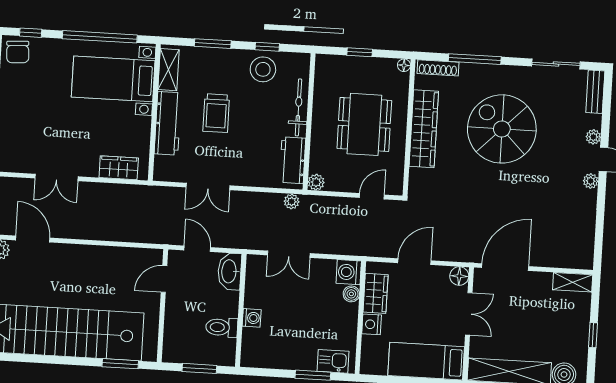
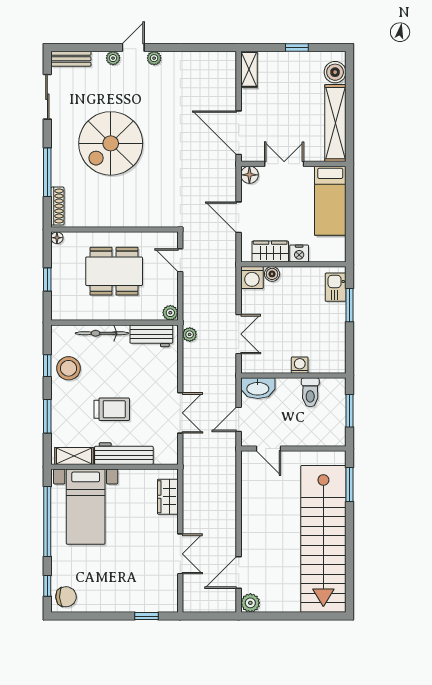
wardrobe: (424, 129) -> (115, 216), removed

